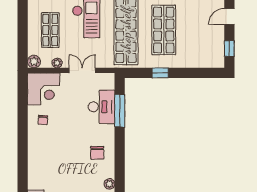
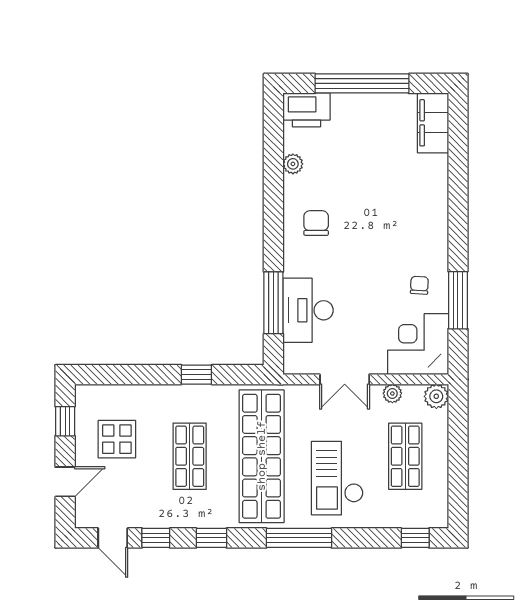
shop shelf: (164, 30) -> (190, 456), width x0.70, depth x0.74
display table: (202, 39) -> (117, 439), added
window: (23, 112) -> (458, 300), added

